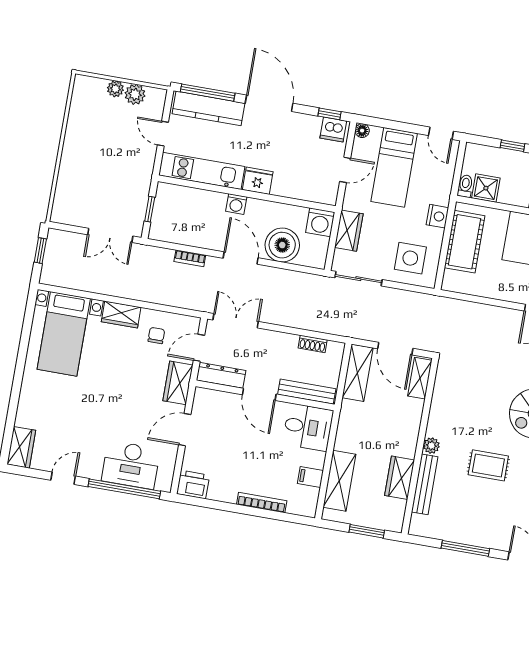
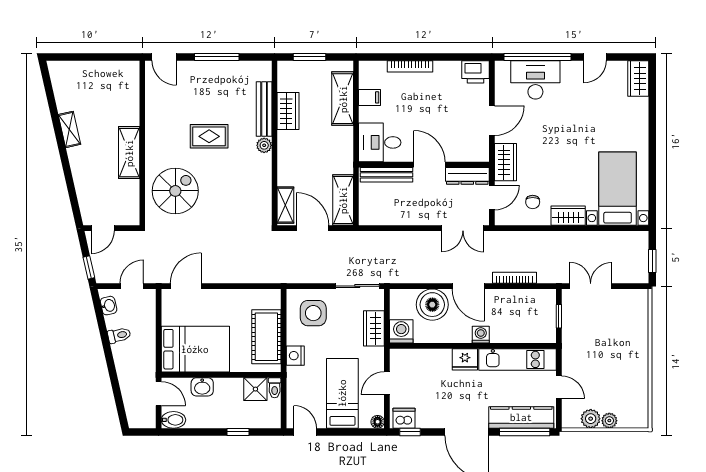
bookcase: (190, 258) -> (514, 278), width x1.56
shoe rack: (313, 344) -> (389, 219), removed

